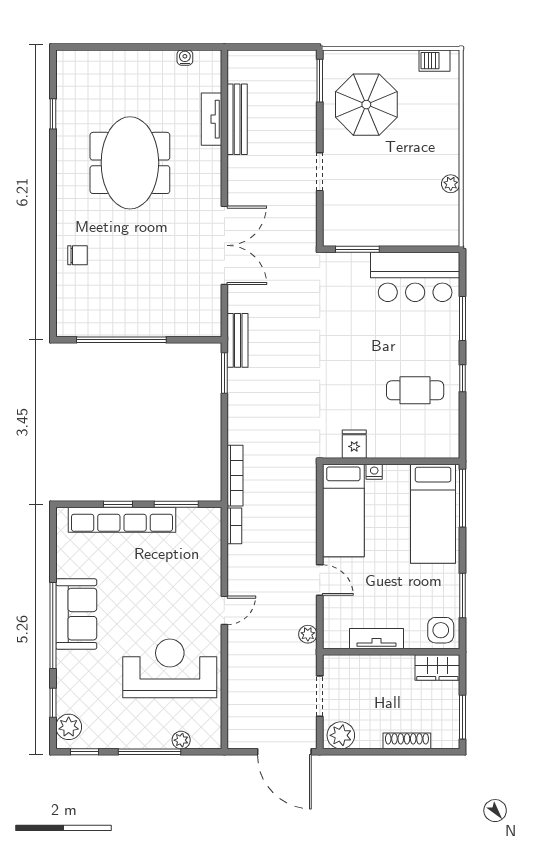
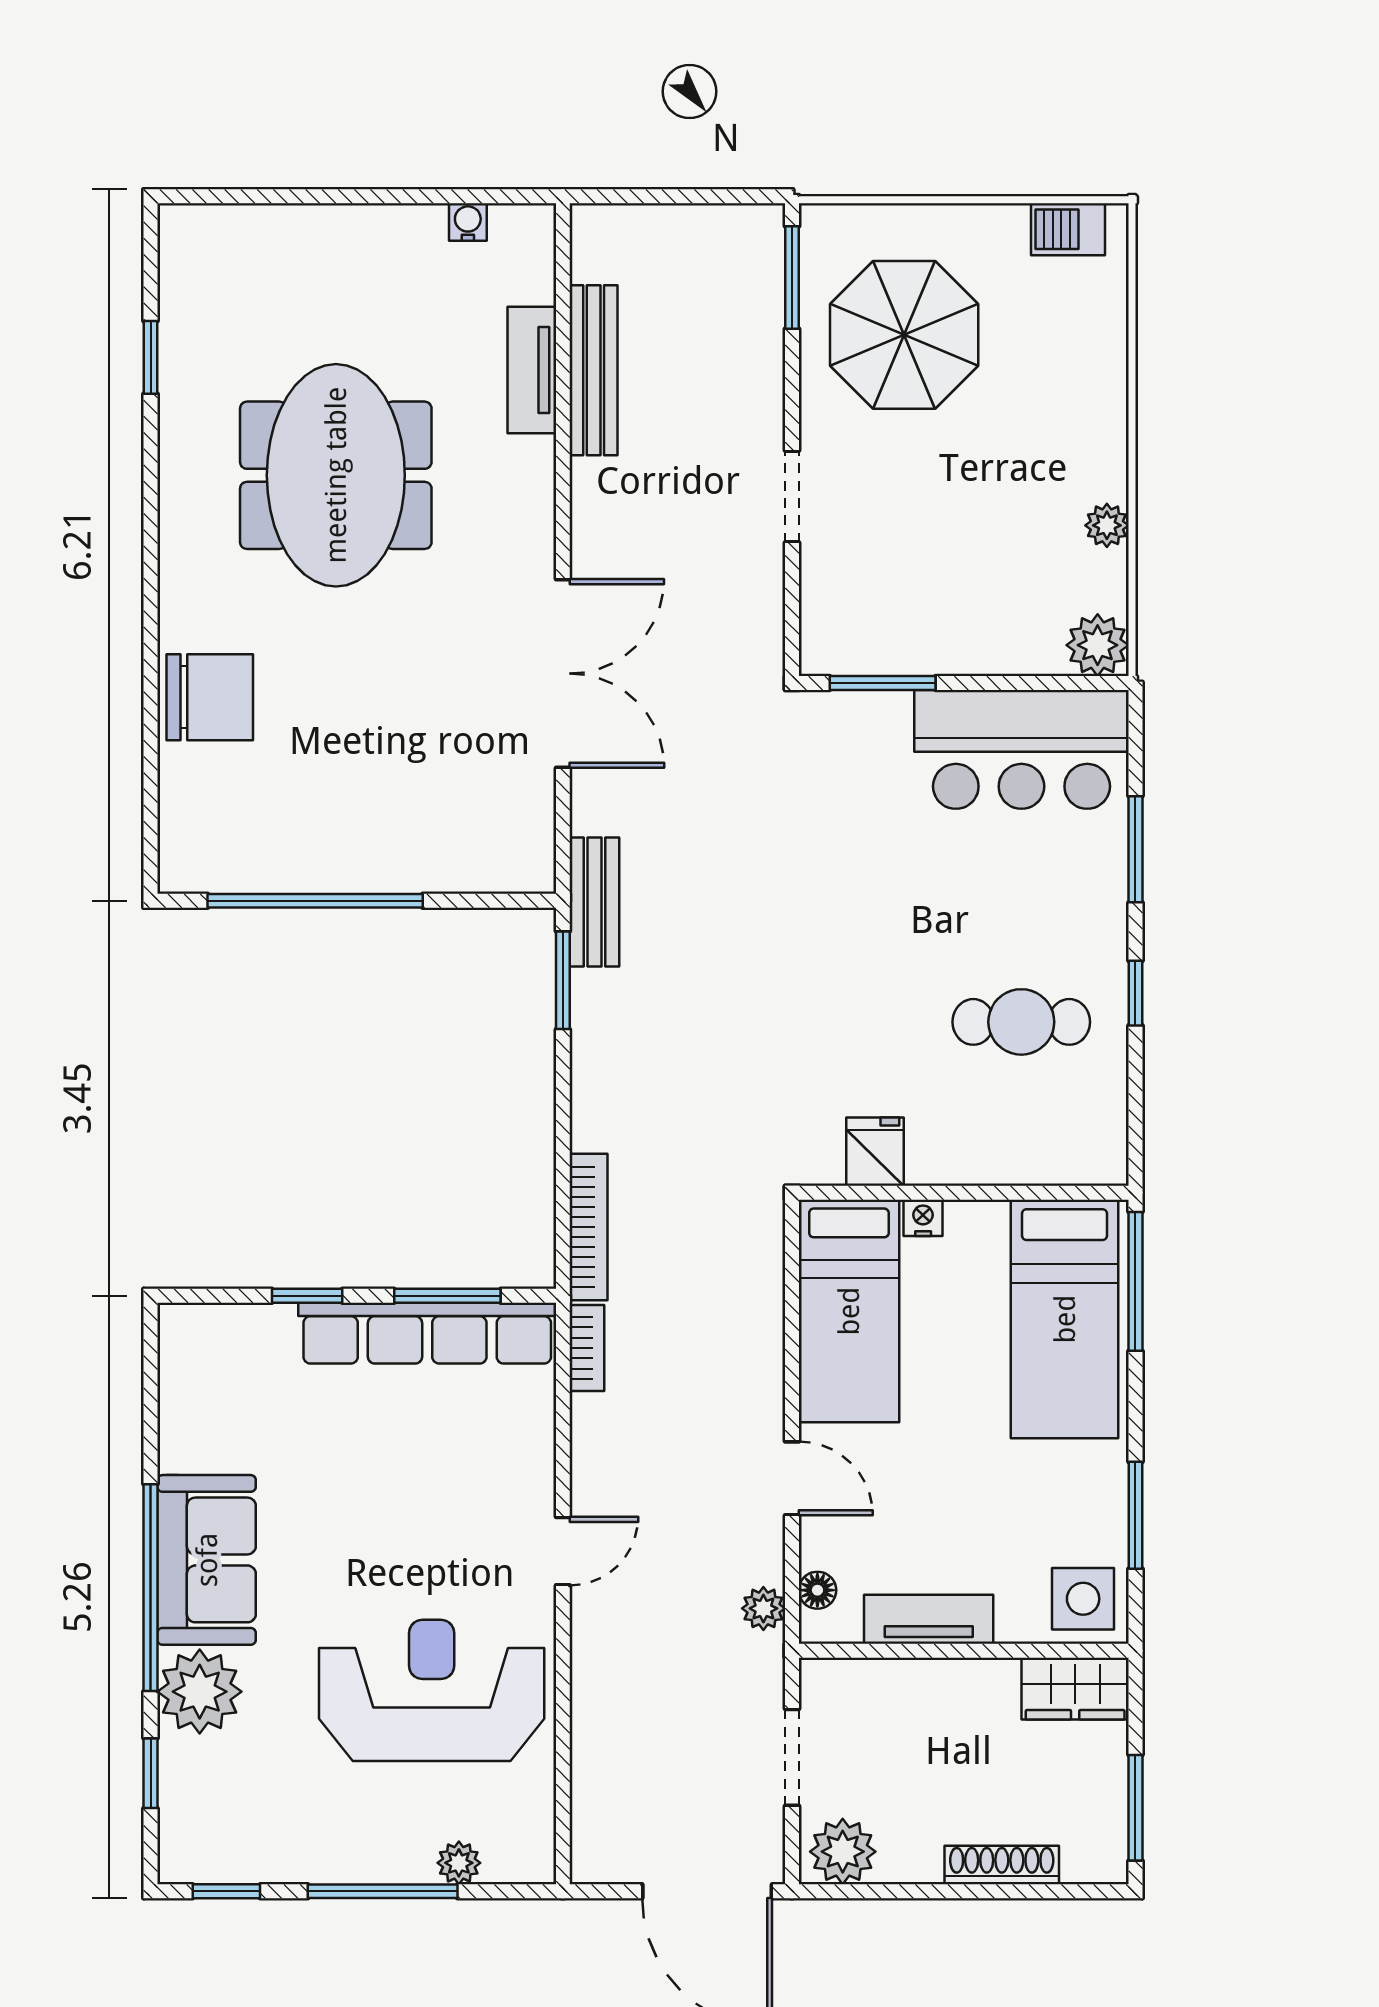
plant: (447, 234) -> (1098, 645), added
chair: (77, 255) -> (210, 697), width x1.87, depth x1.87
row of seats: (122, 520) -> (427, 1333), moved
floor lamp: (330, 627) -> (817, 1590), added
plant: (69, 727) -> (200, 1692), moved, width x1.36, depth x1.36

